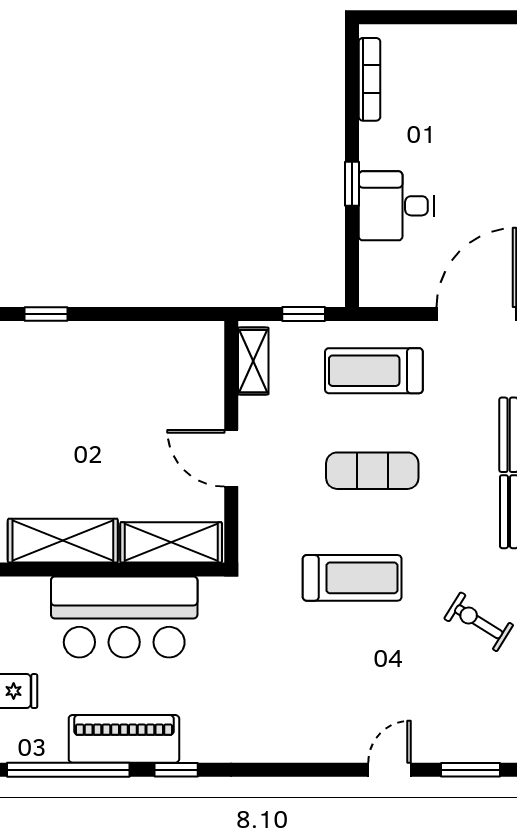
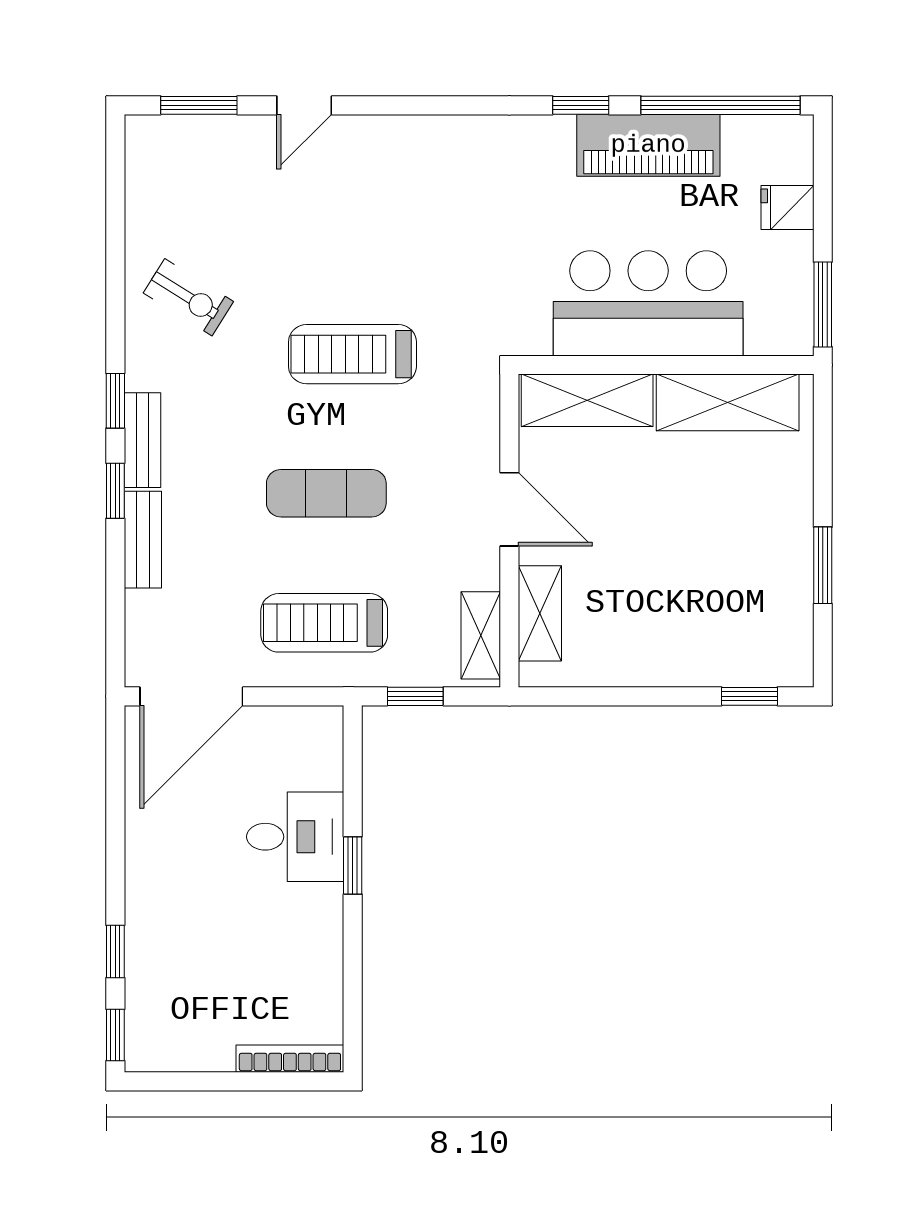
bookcase: (370, 79) -> (290, 1059), moved, turned 90
treadmill: (374, 371) -> (324, 623), turned 180
shelving: (208, 378) -> (540, 613), added

